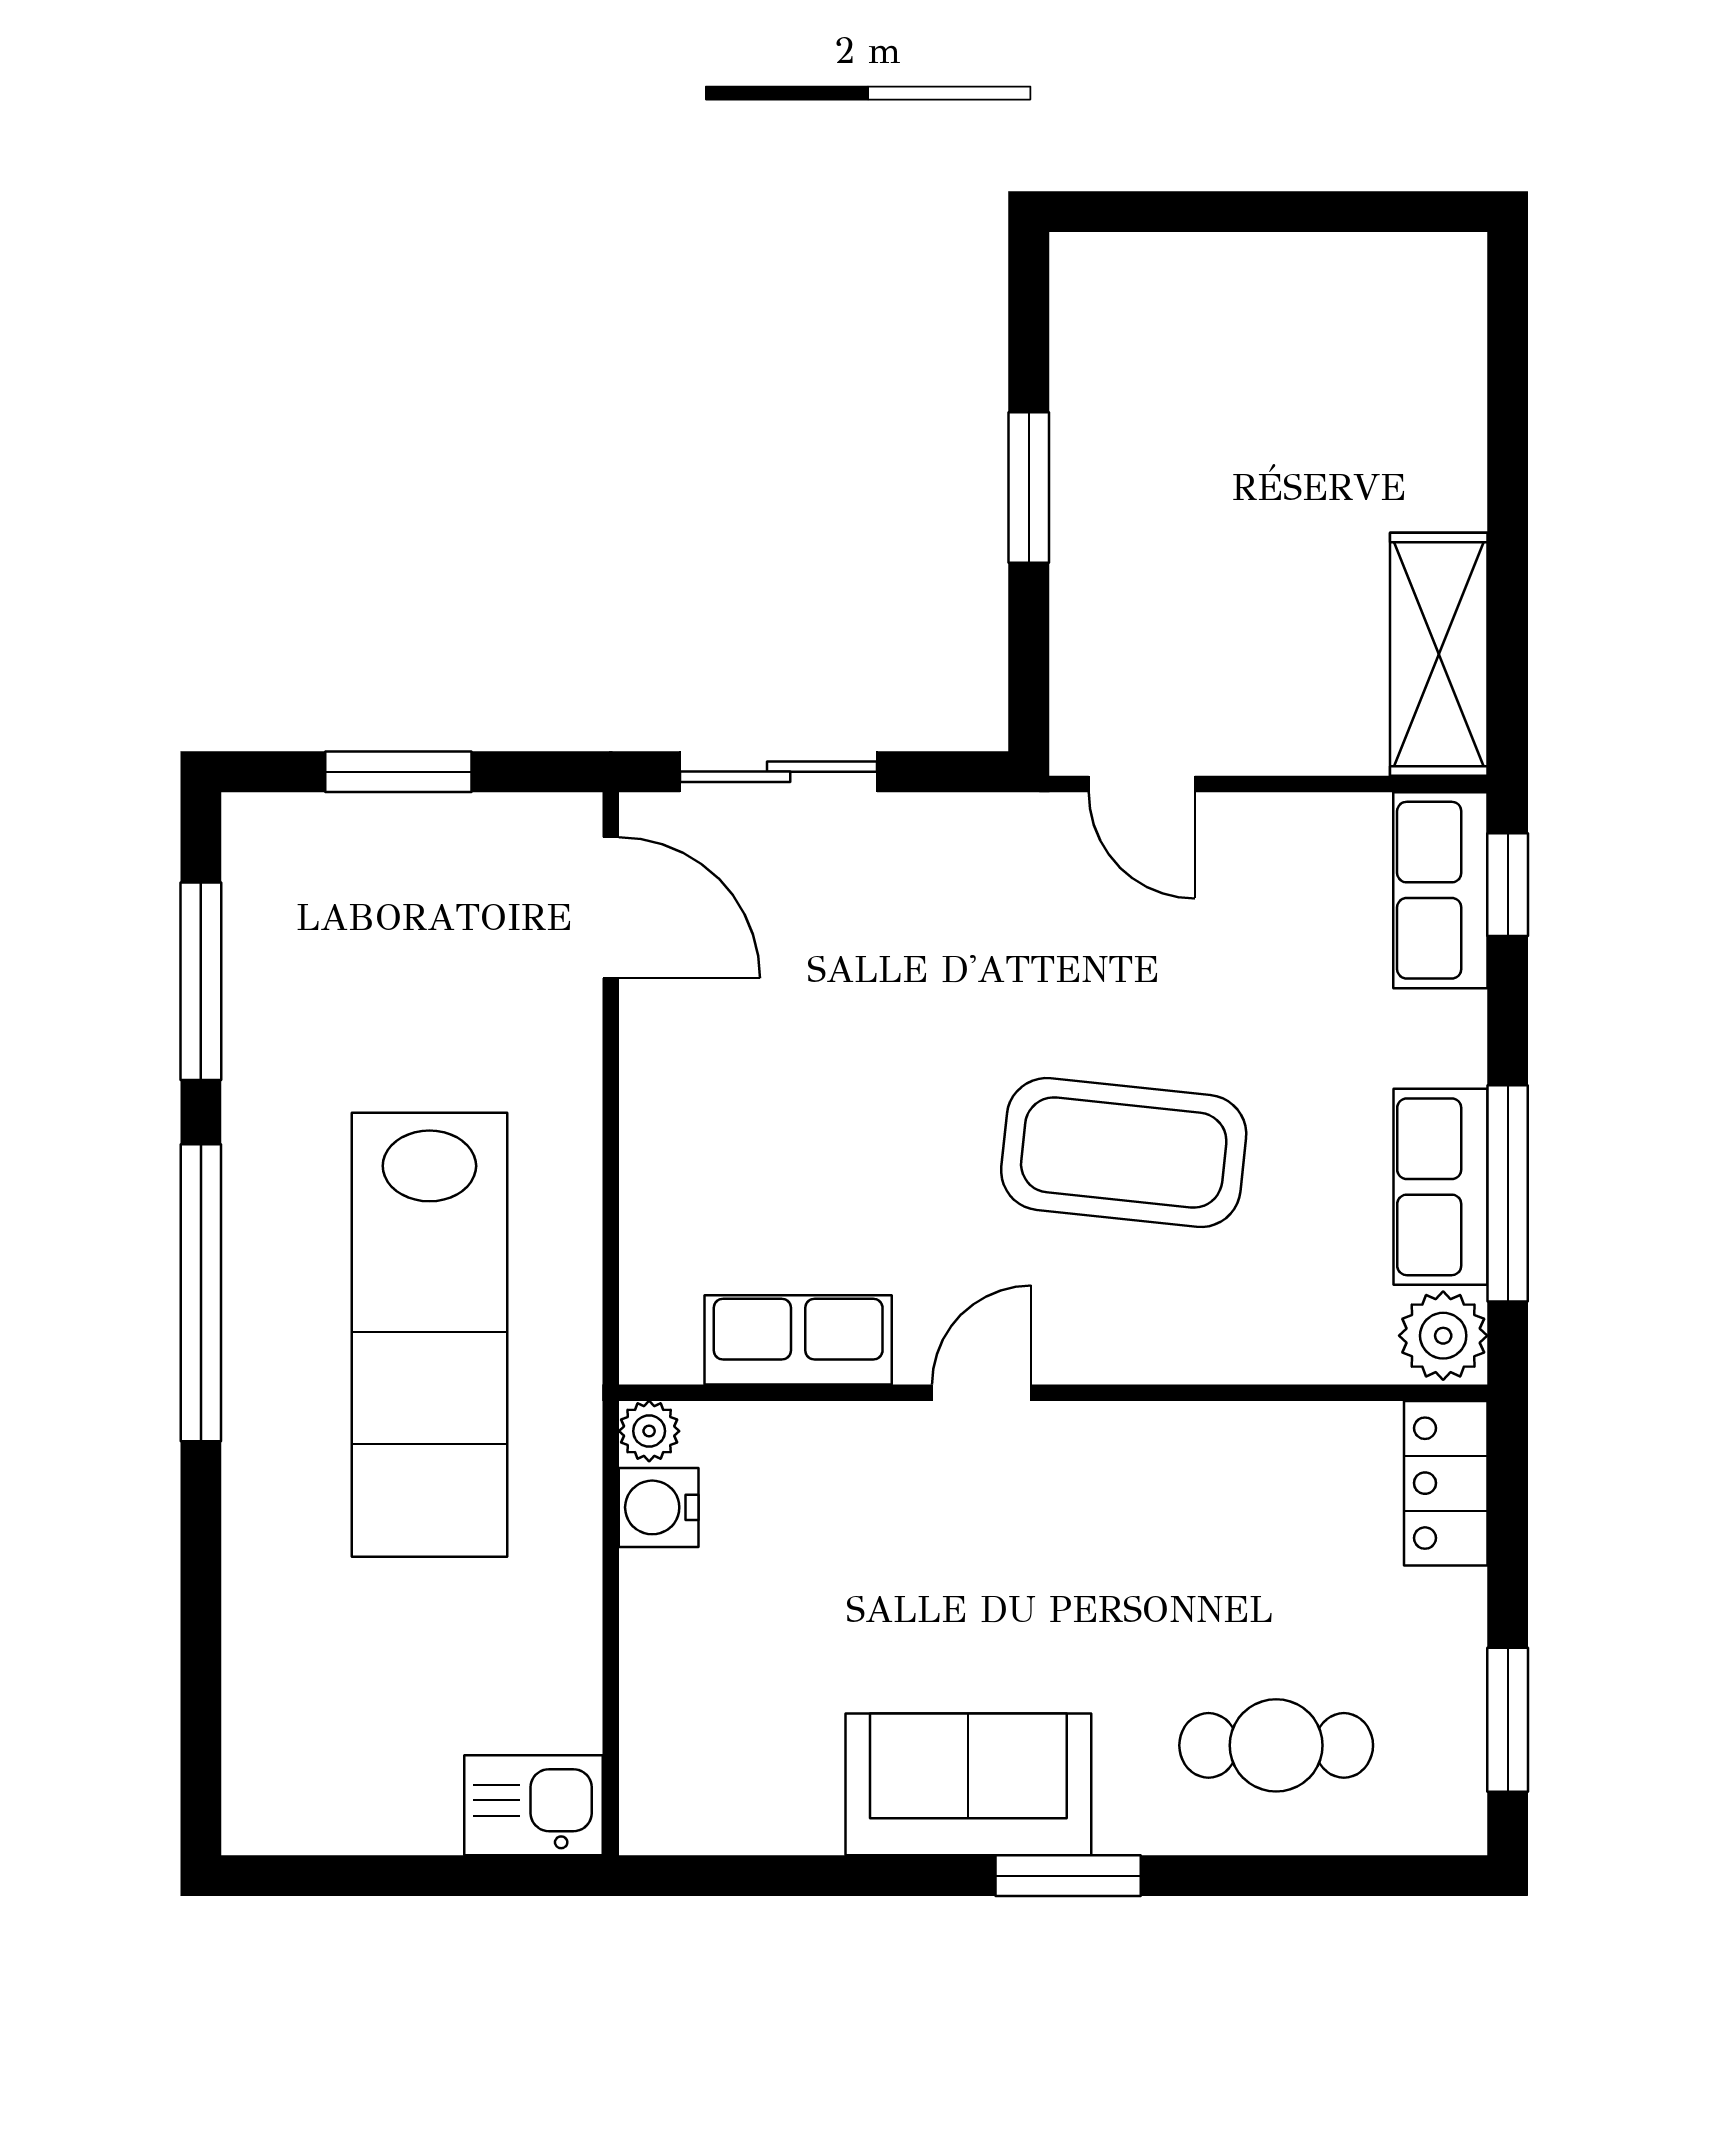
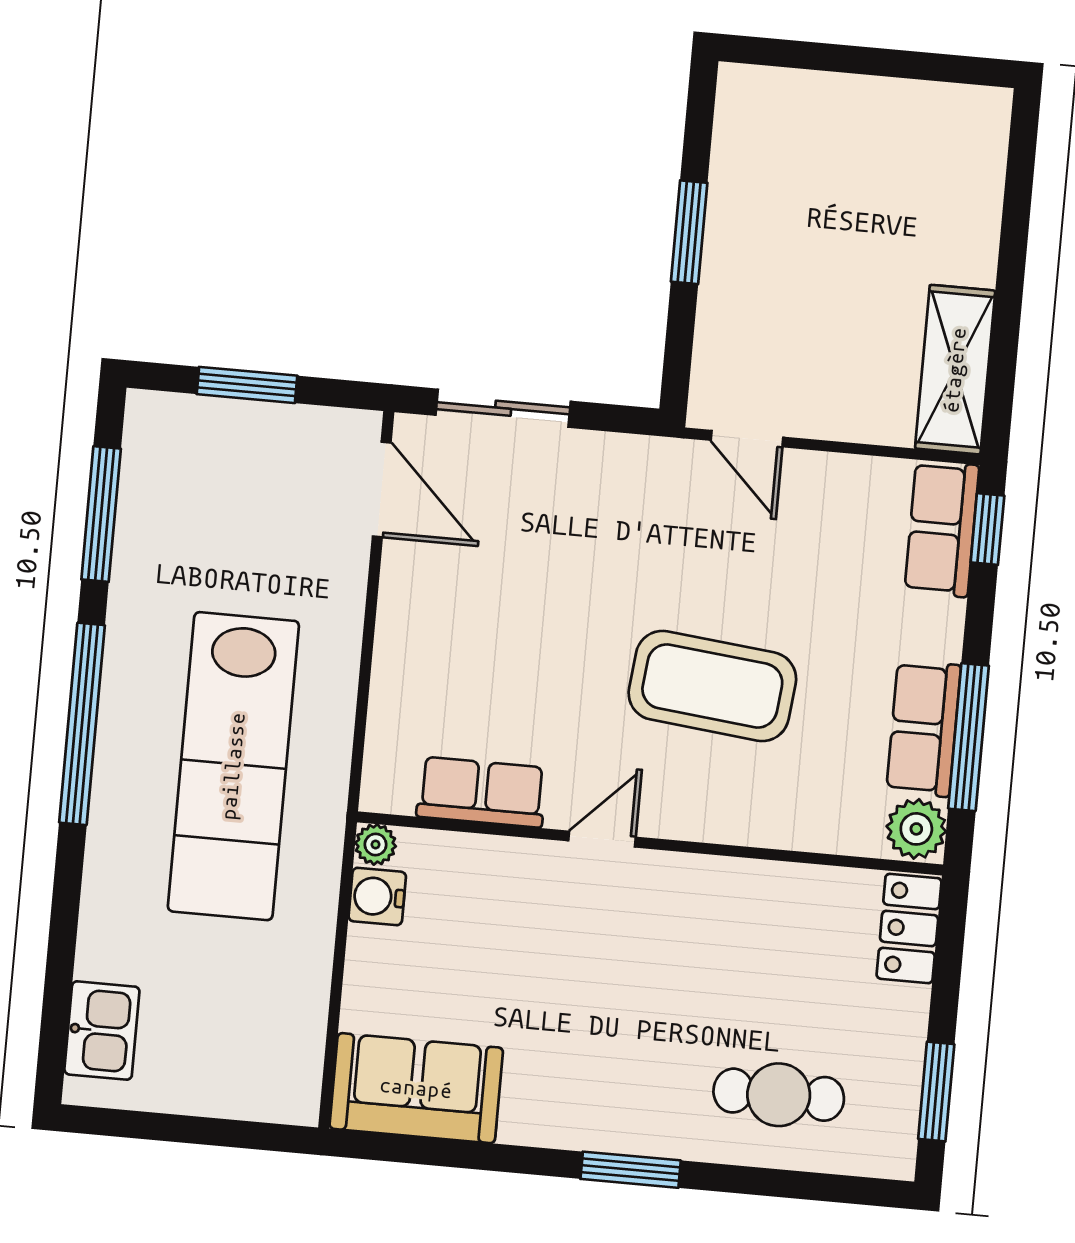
sofa: (968, 1784) -> (416, 1088), moved
kitchen sink: (533, 1805) -> (102, 1031), moved, turned 90

